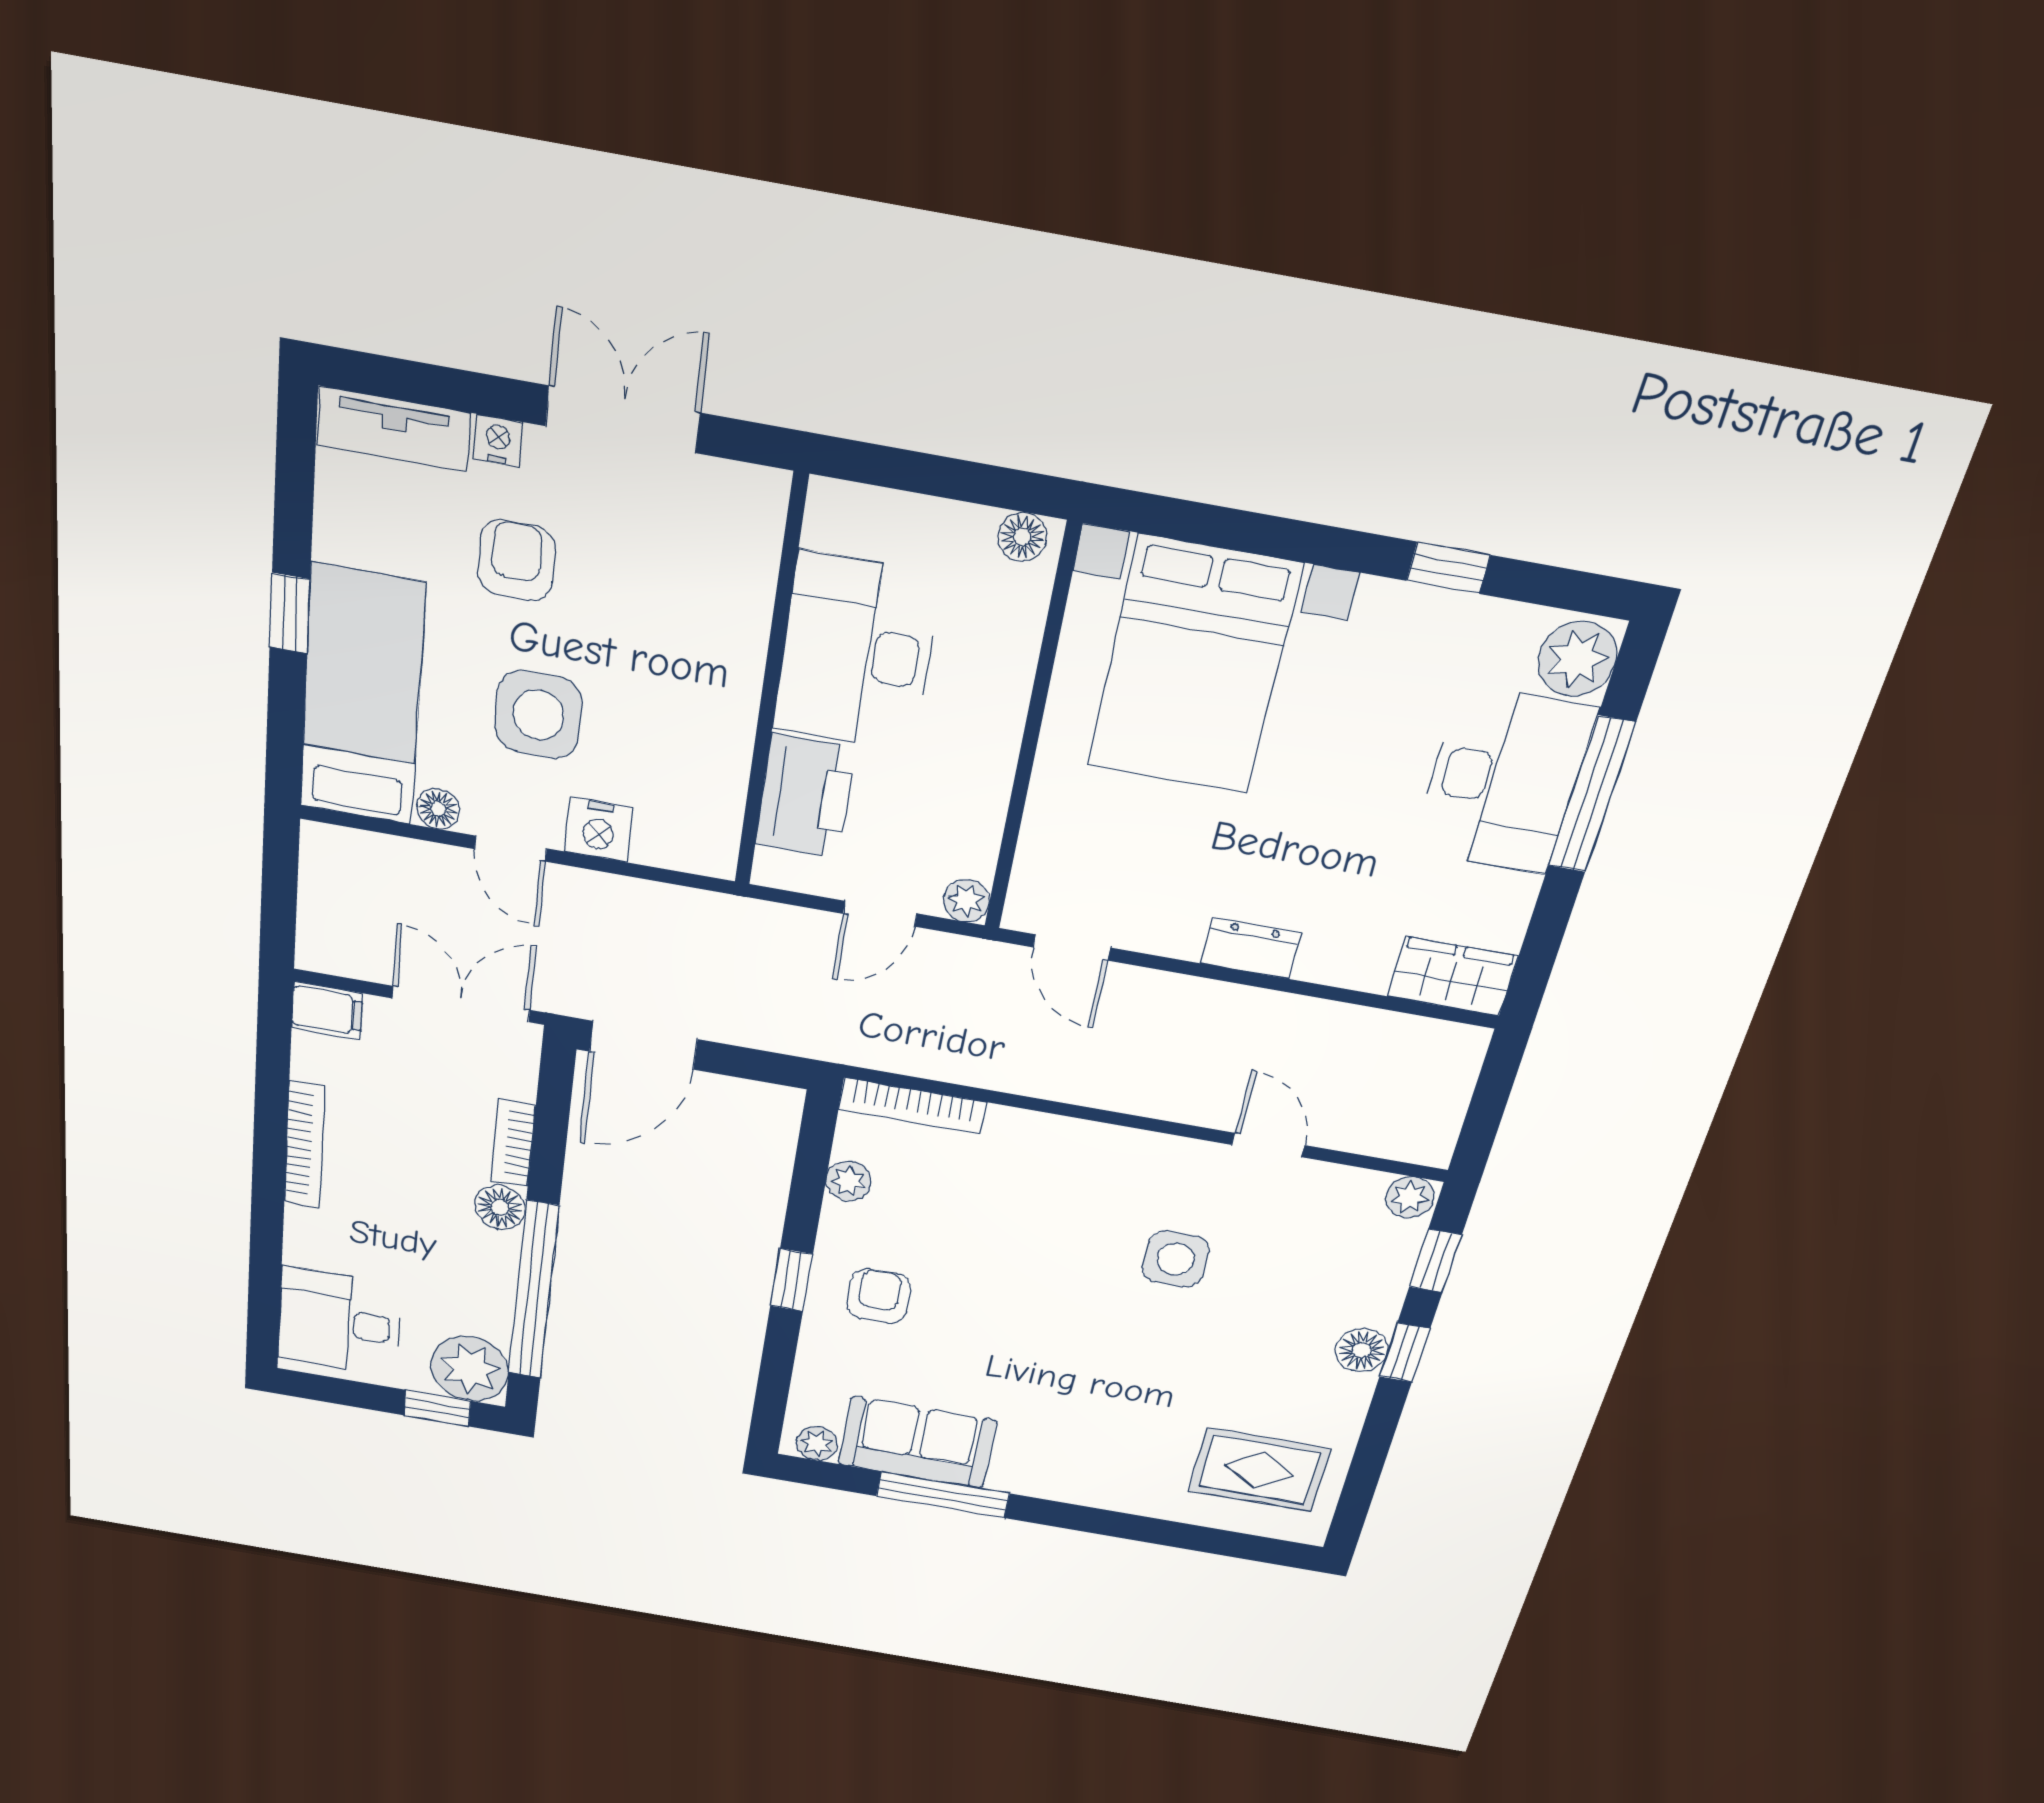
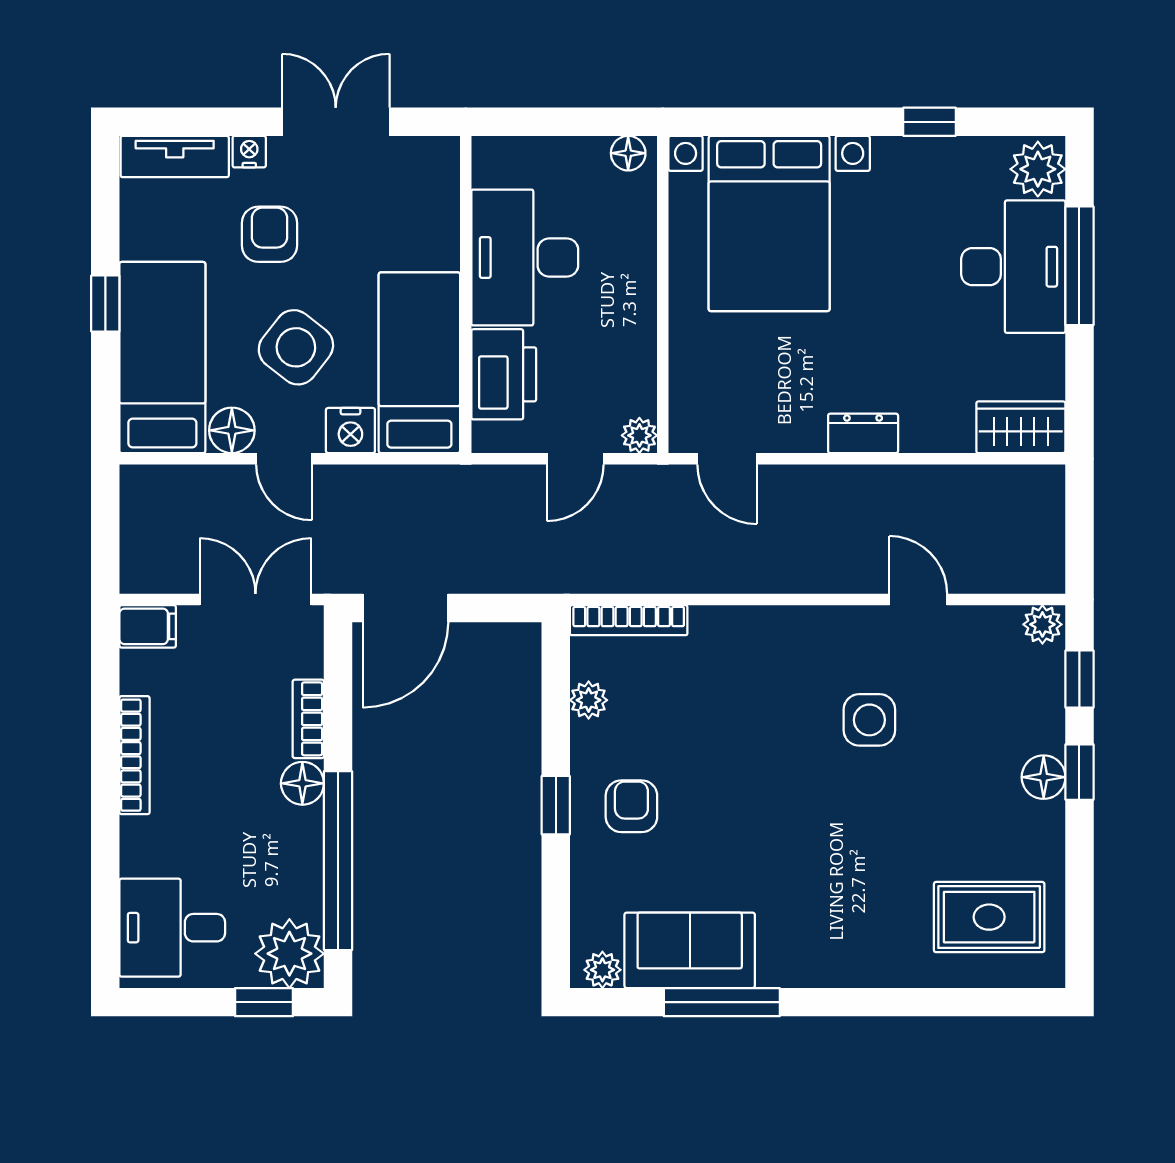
side table: (538, 715) -> (296, 347), turned 38
bed: (698, 763) -> (419, 363), added
floor lamp: (438, 809) -> (232, 430), width x1.37, depth x1.37

